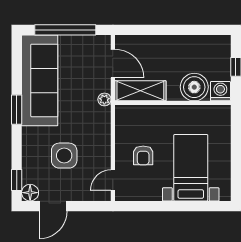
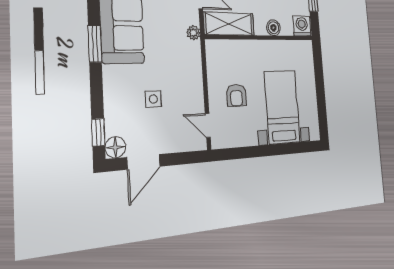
boiler: (194, 87) -> (273, 28), width x0.54, depth x0.54
side table: (64, 156) -> (153, 99), width x0.54, depth x0.54
door: (113, 180) -> (208, 125), hinge flipped

